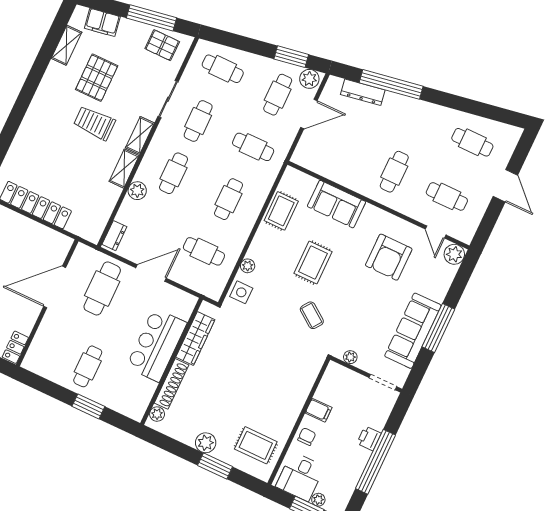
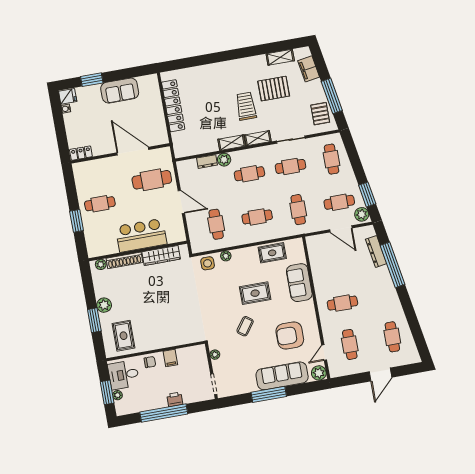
dresser: (114, 236) -> (207, 162), moved
coffee table: (312, 315) -> (245, 326), moved
sofa: (413, 331) -> (282, 376), moved

